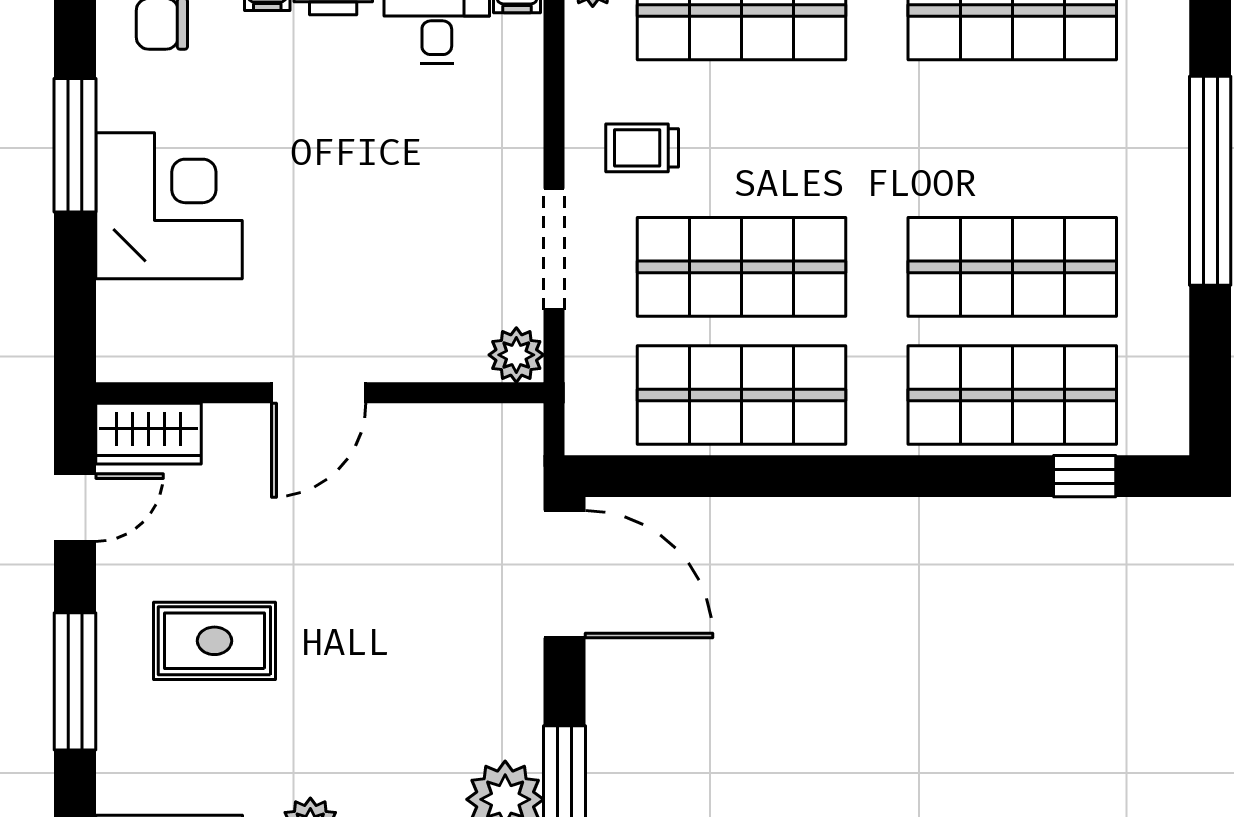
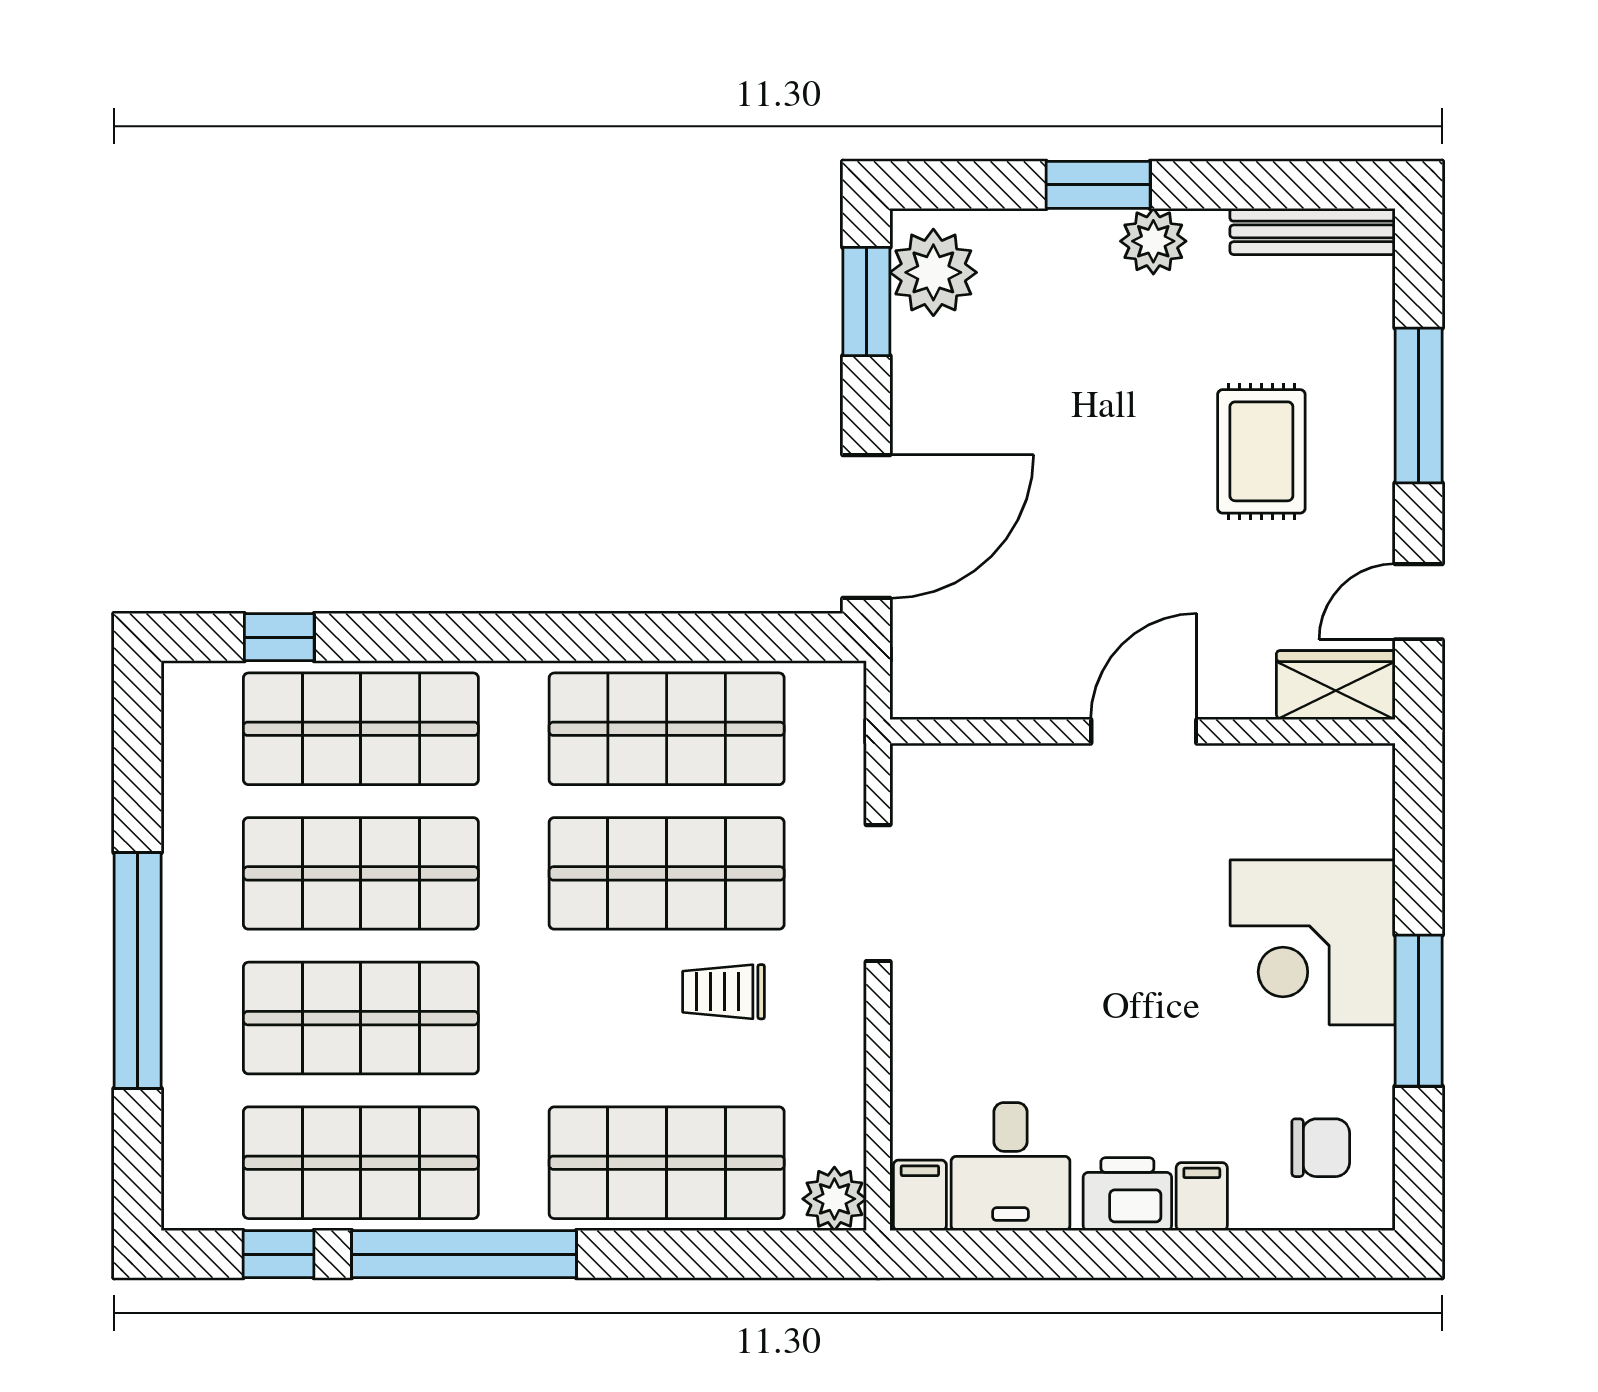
shop shelf: (1012, 139) -> (361, 1018), added
trolley: (642, 148) -> (724, 992), moved, turned 180
plant: (516, 355) -> (921, 774), removed
door: (564, 574) -> (866, 527), swing flipped
rug: (214, 641) -> (1261, 451), turned 90

